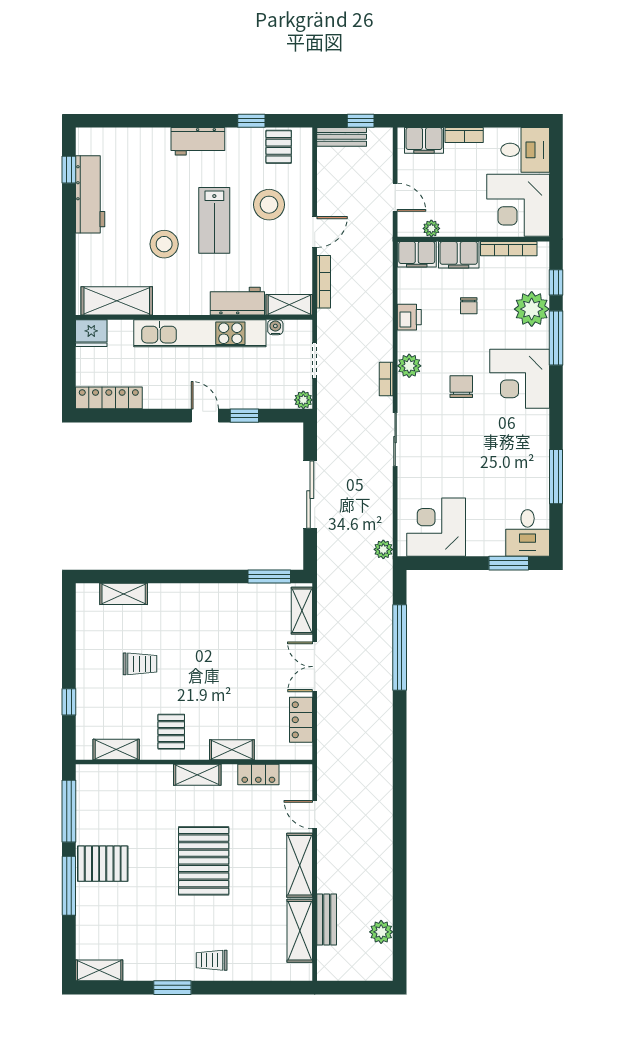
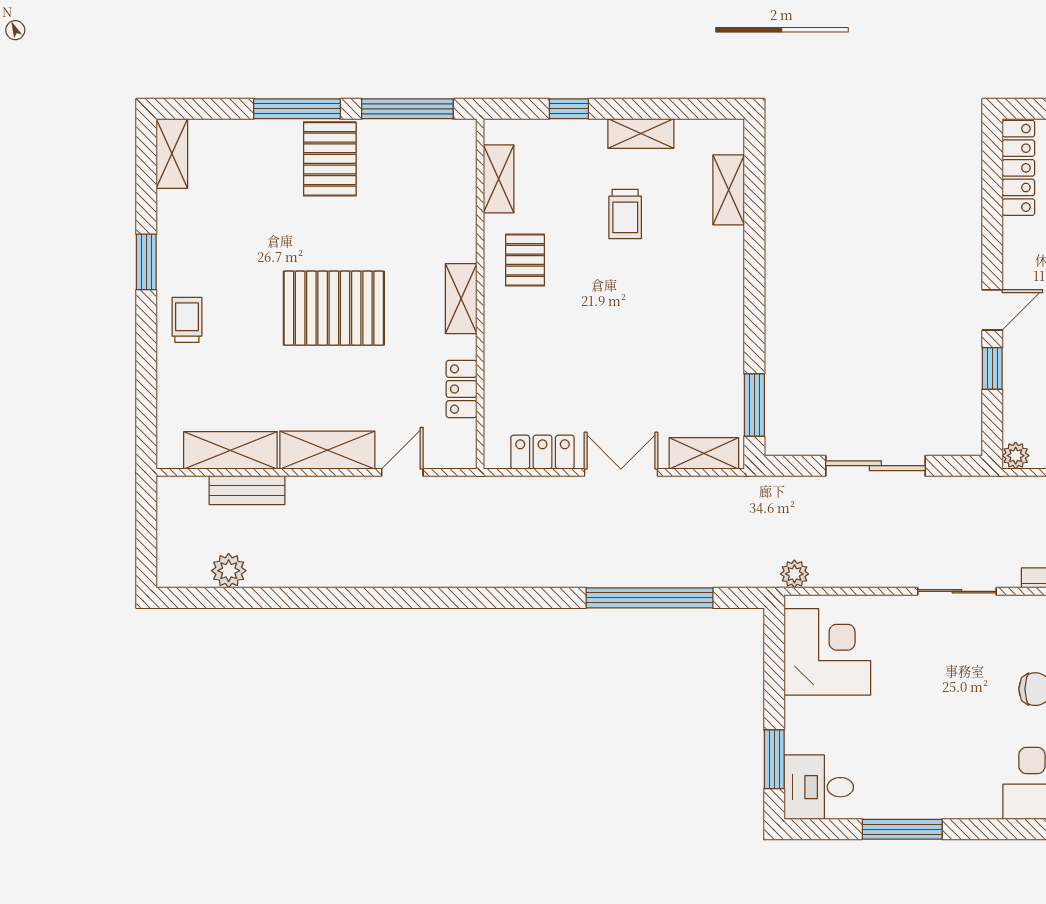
pallet: (171, 732) -> (525, 260), turned 90
shelving: (232, 750) -> (641, 134), moved, turned 90

